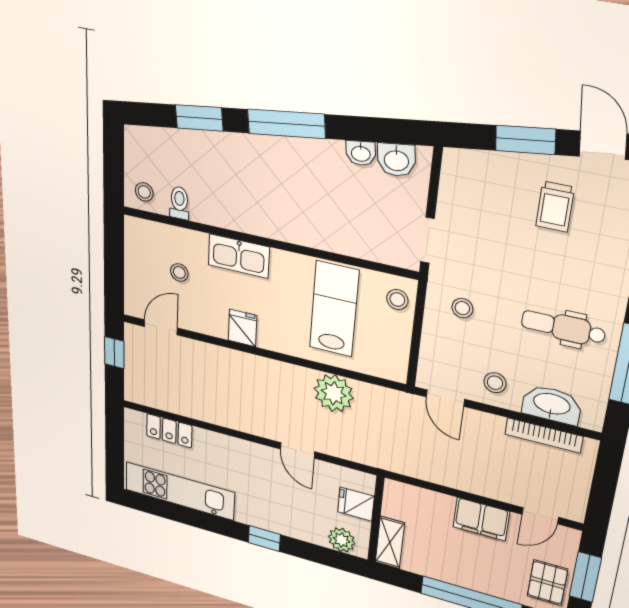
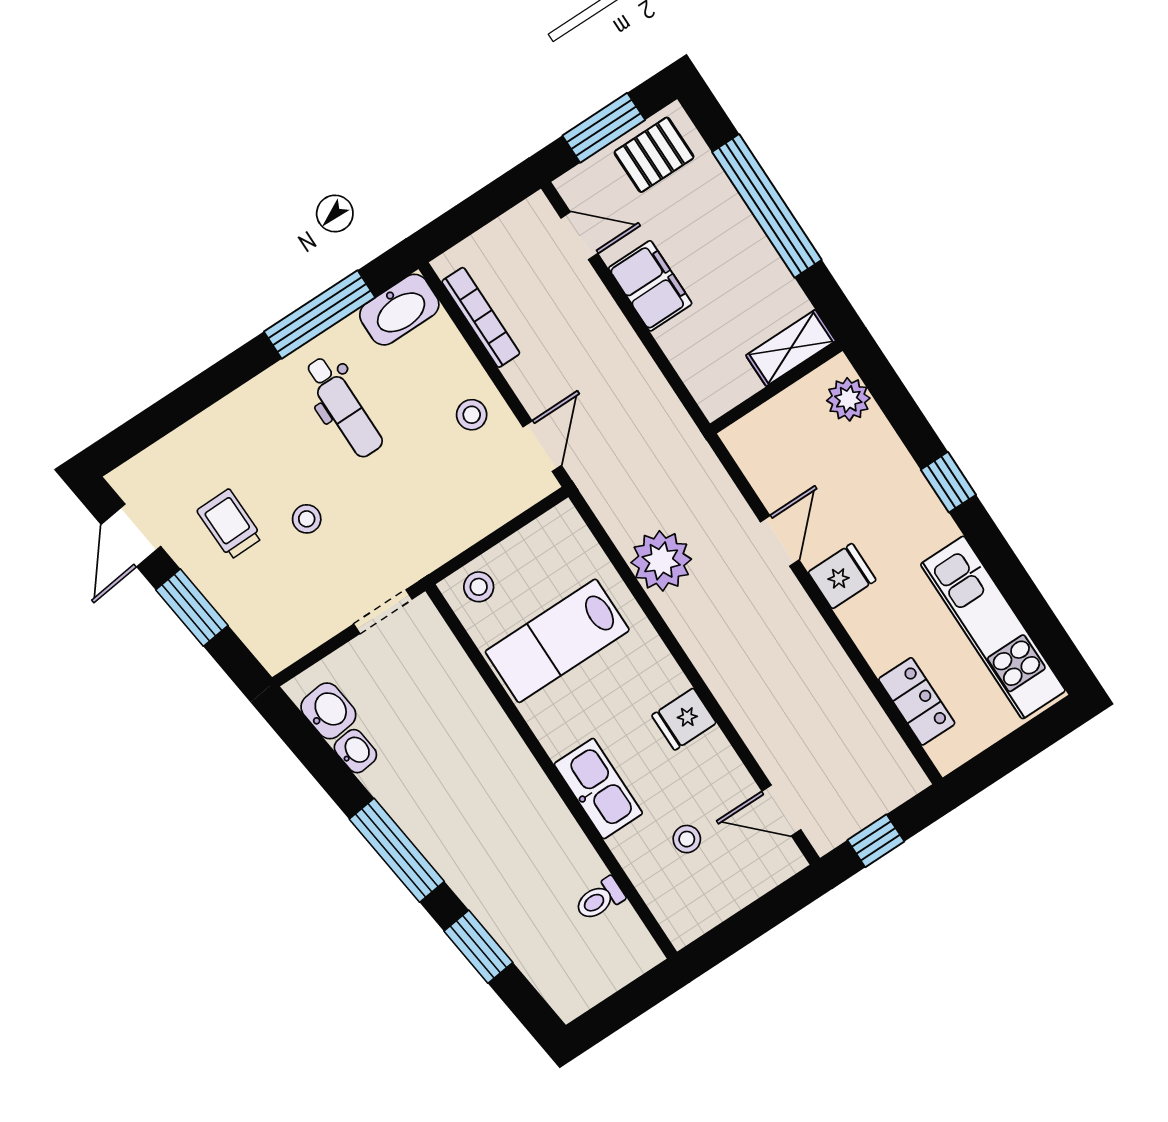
stool: (144, 192) -> (626, 948), removed
trolley: (555, 207) -> (230, 524), turned -91
stool: (462, 308) -> (307, 519), moved
washbasin: (552, 405) -> (399, 310), moved, turned -90
fridge: (356, 504) -> (842, 576), moved, turned -90

